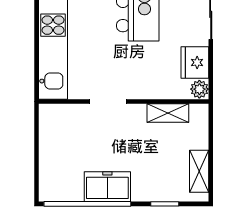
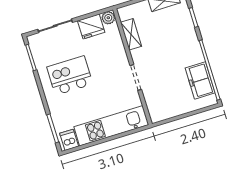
freezer: (107, 187) -> (200, 80), moved

